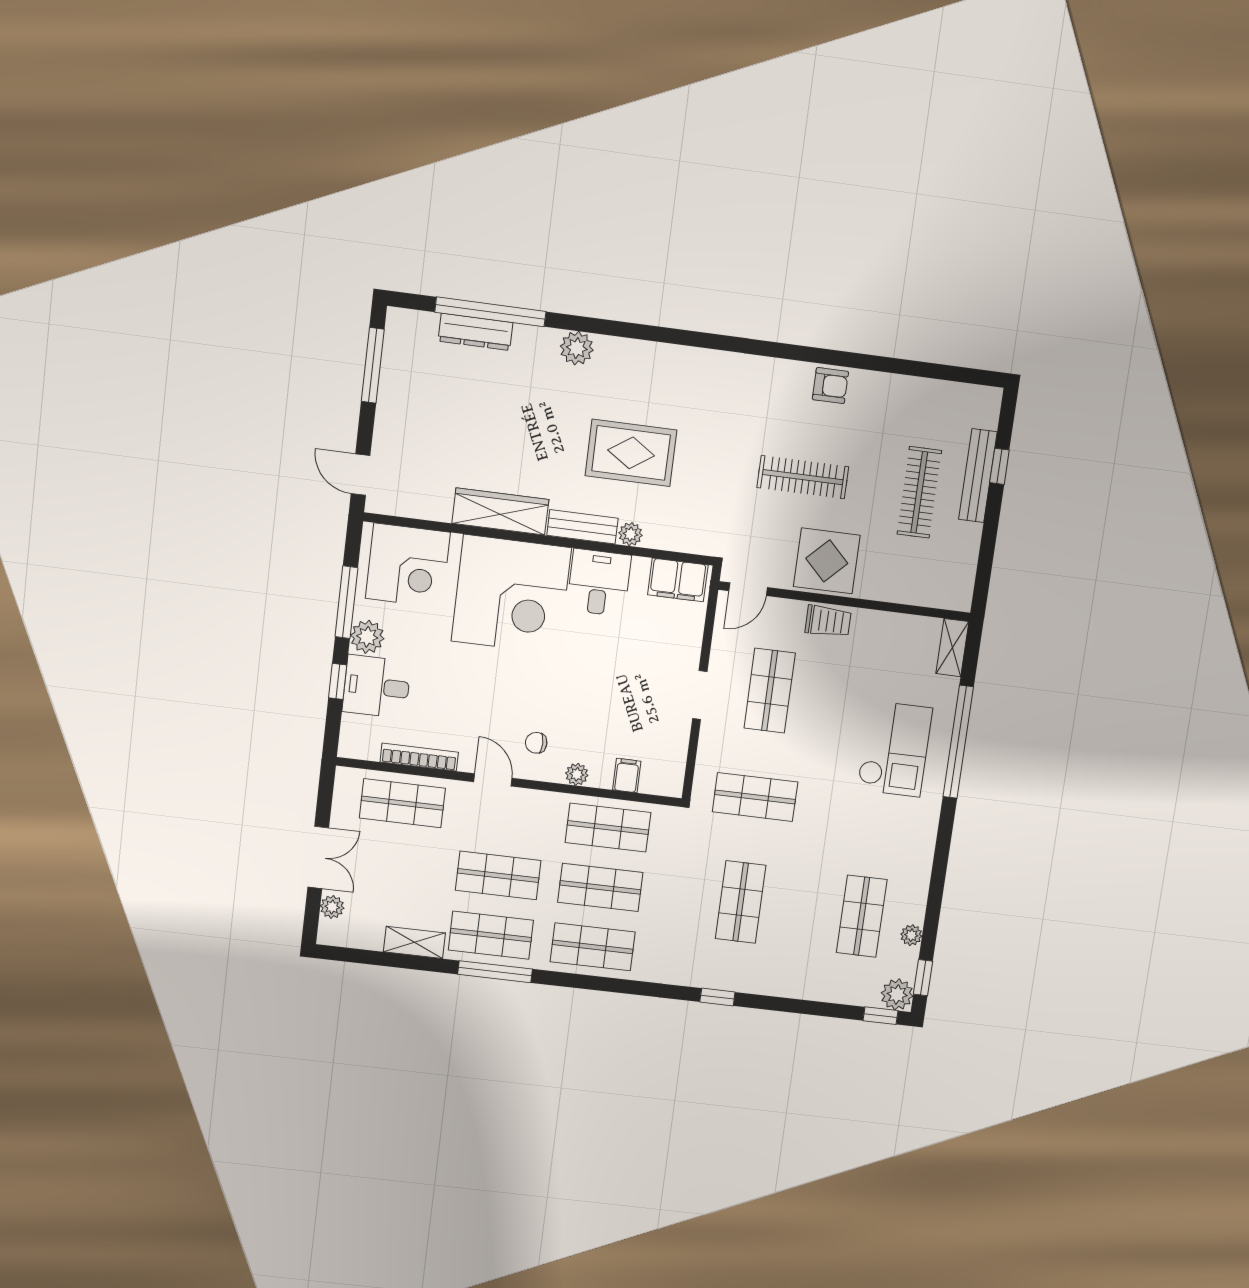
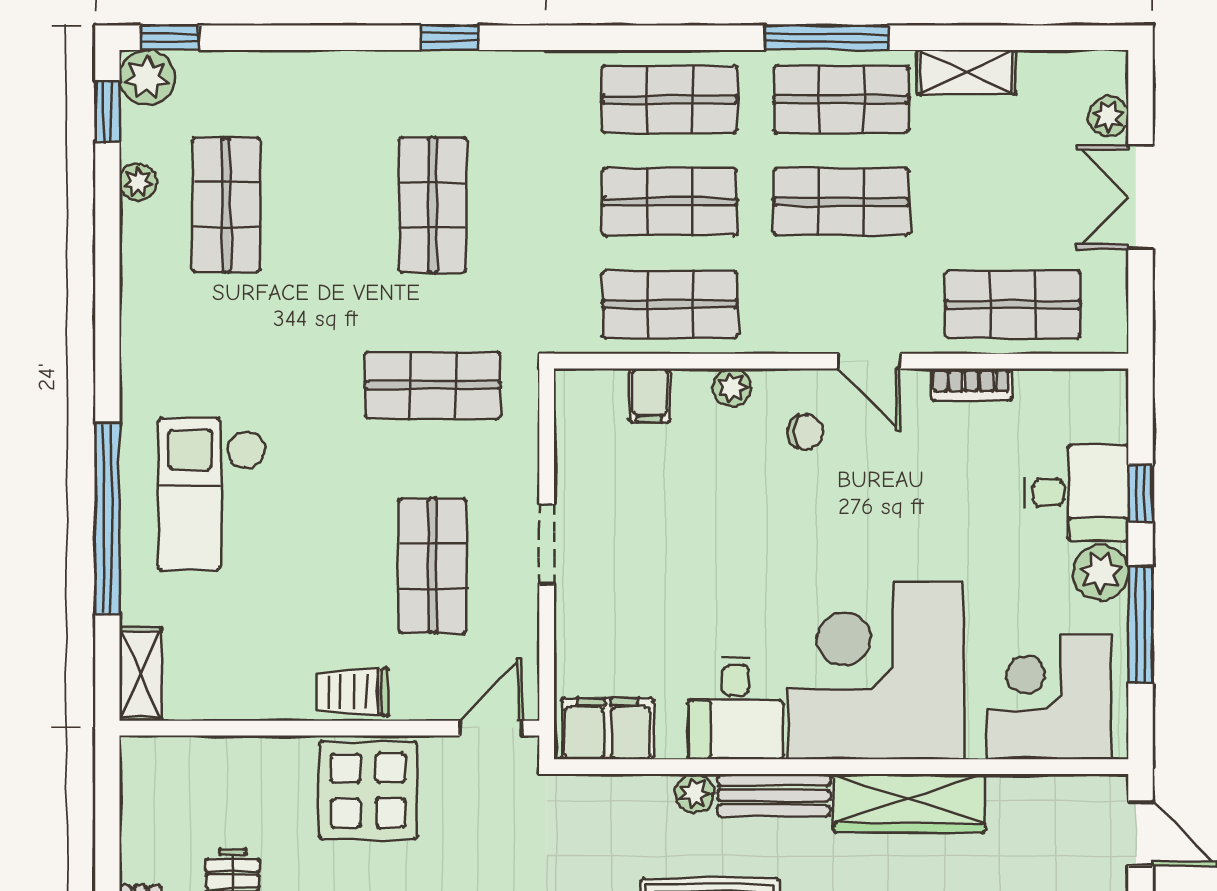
bookcase: (419, 757) -> (971, 385), width x0.64

